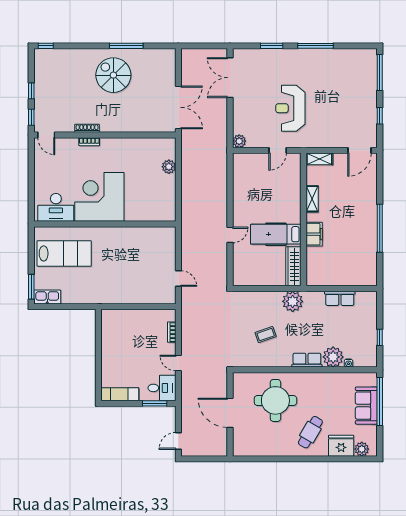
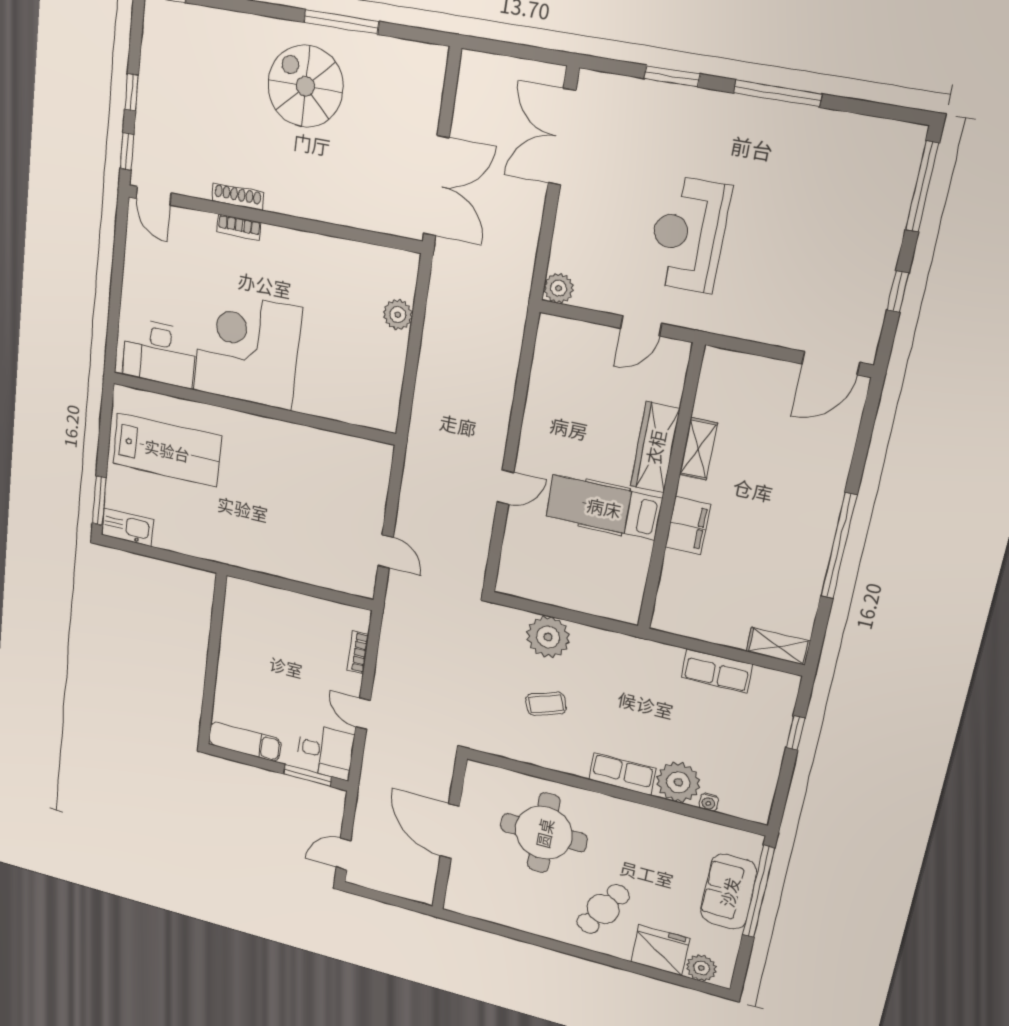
shelving: (319, 159) -> (778, 646), moved
wardrobe: (293, 266) -> (655, 447), moved
plant: (293, 301) -> (548, 637), moved
window: (380, 337) -> (795, 733), moved

